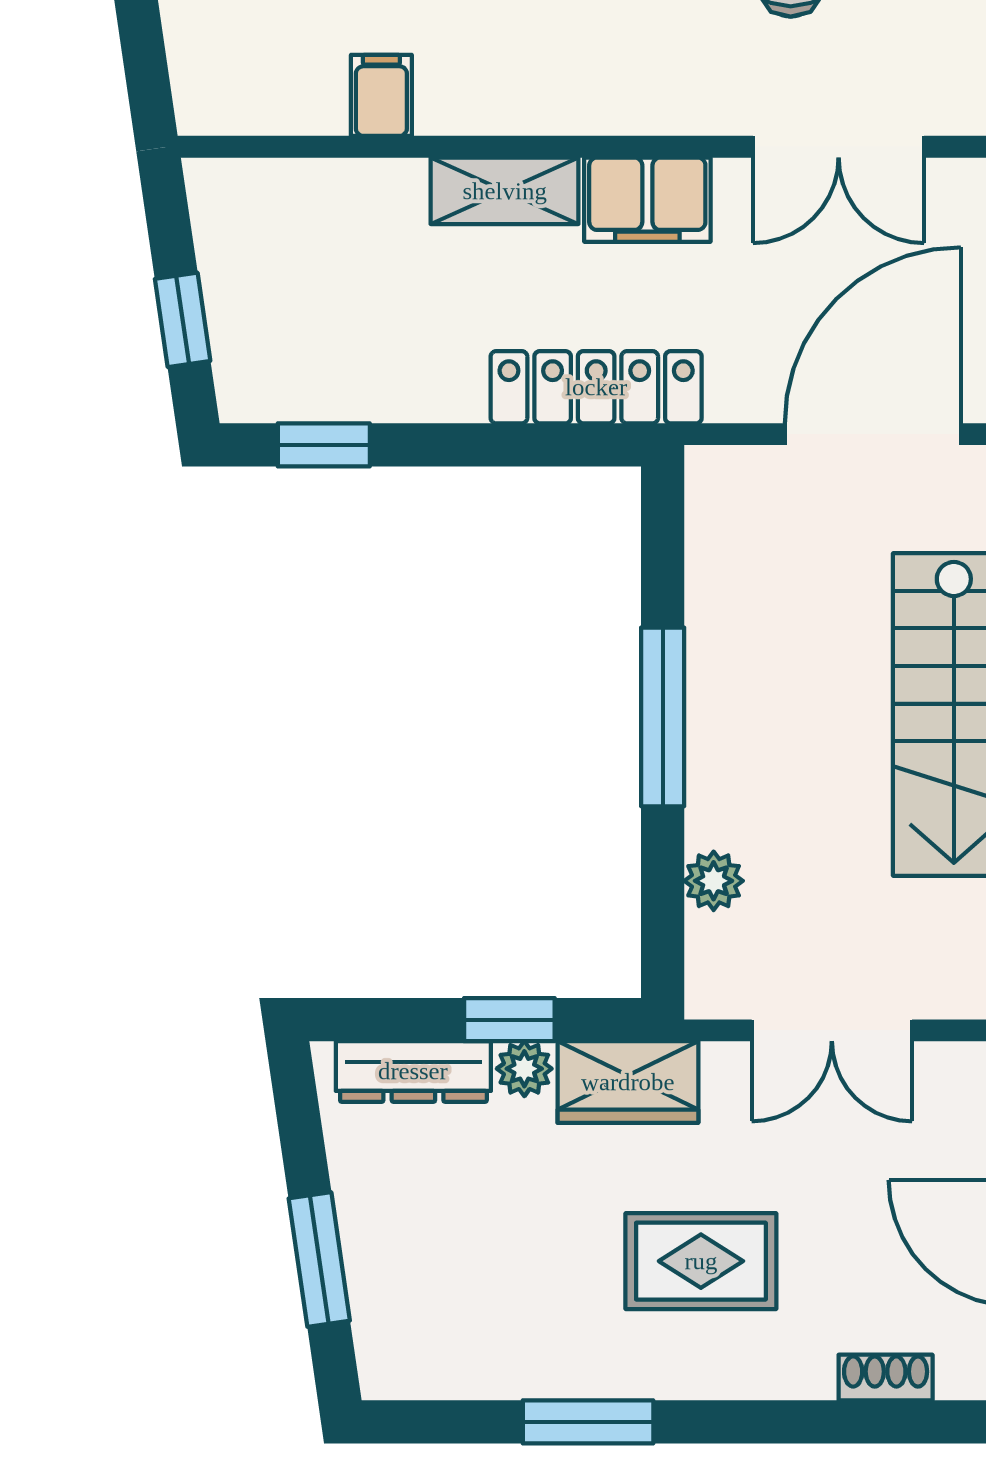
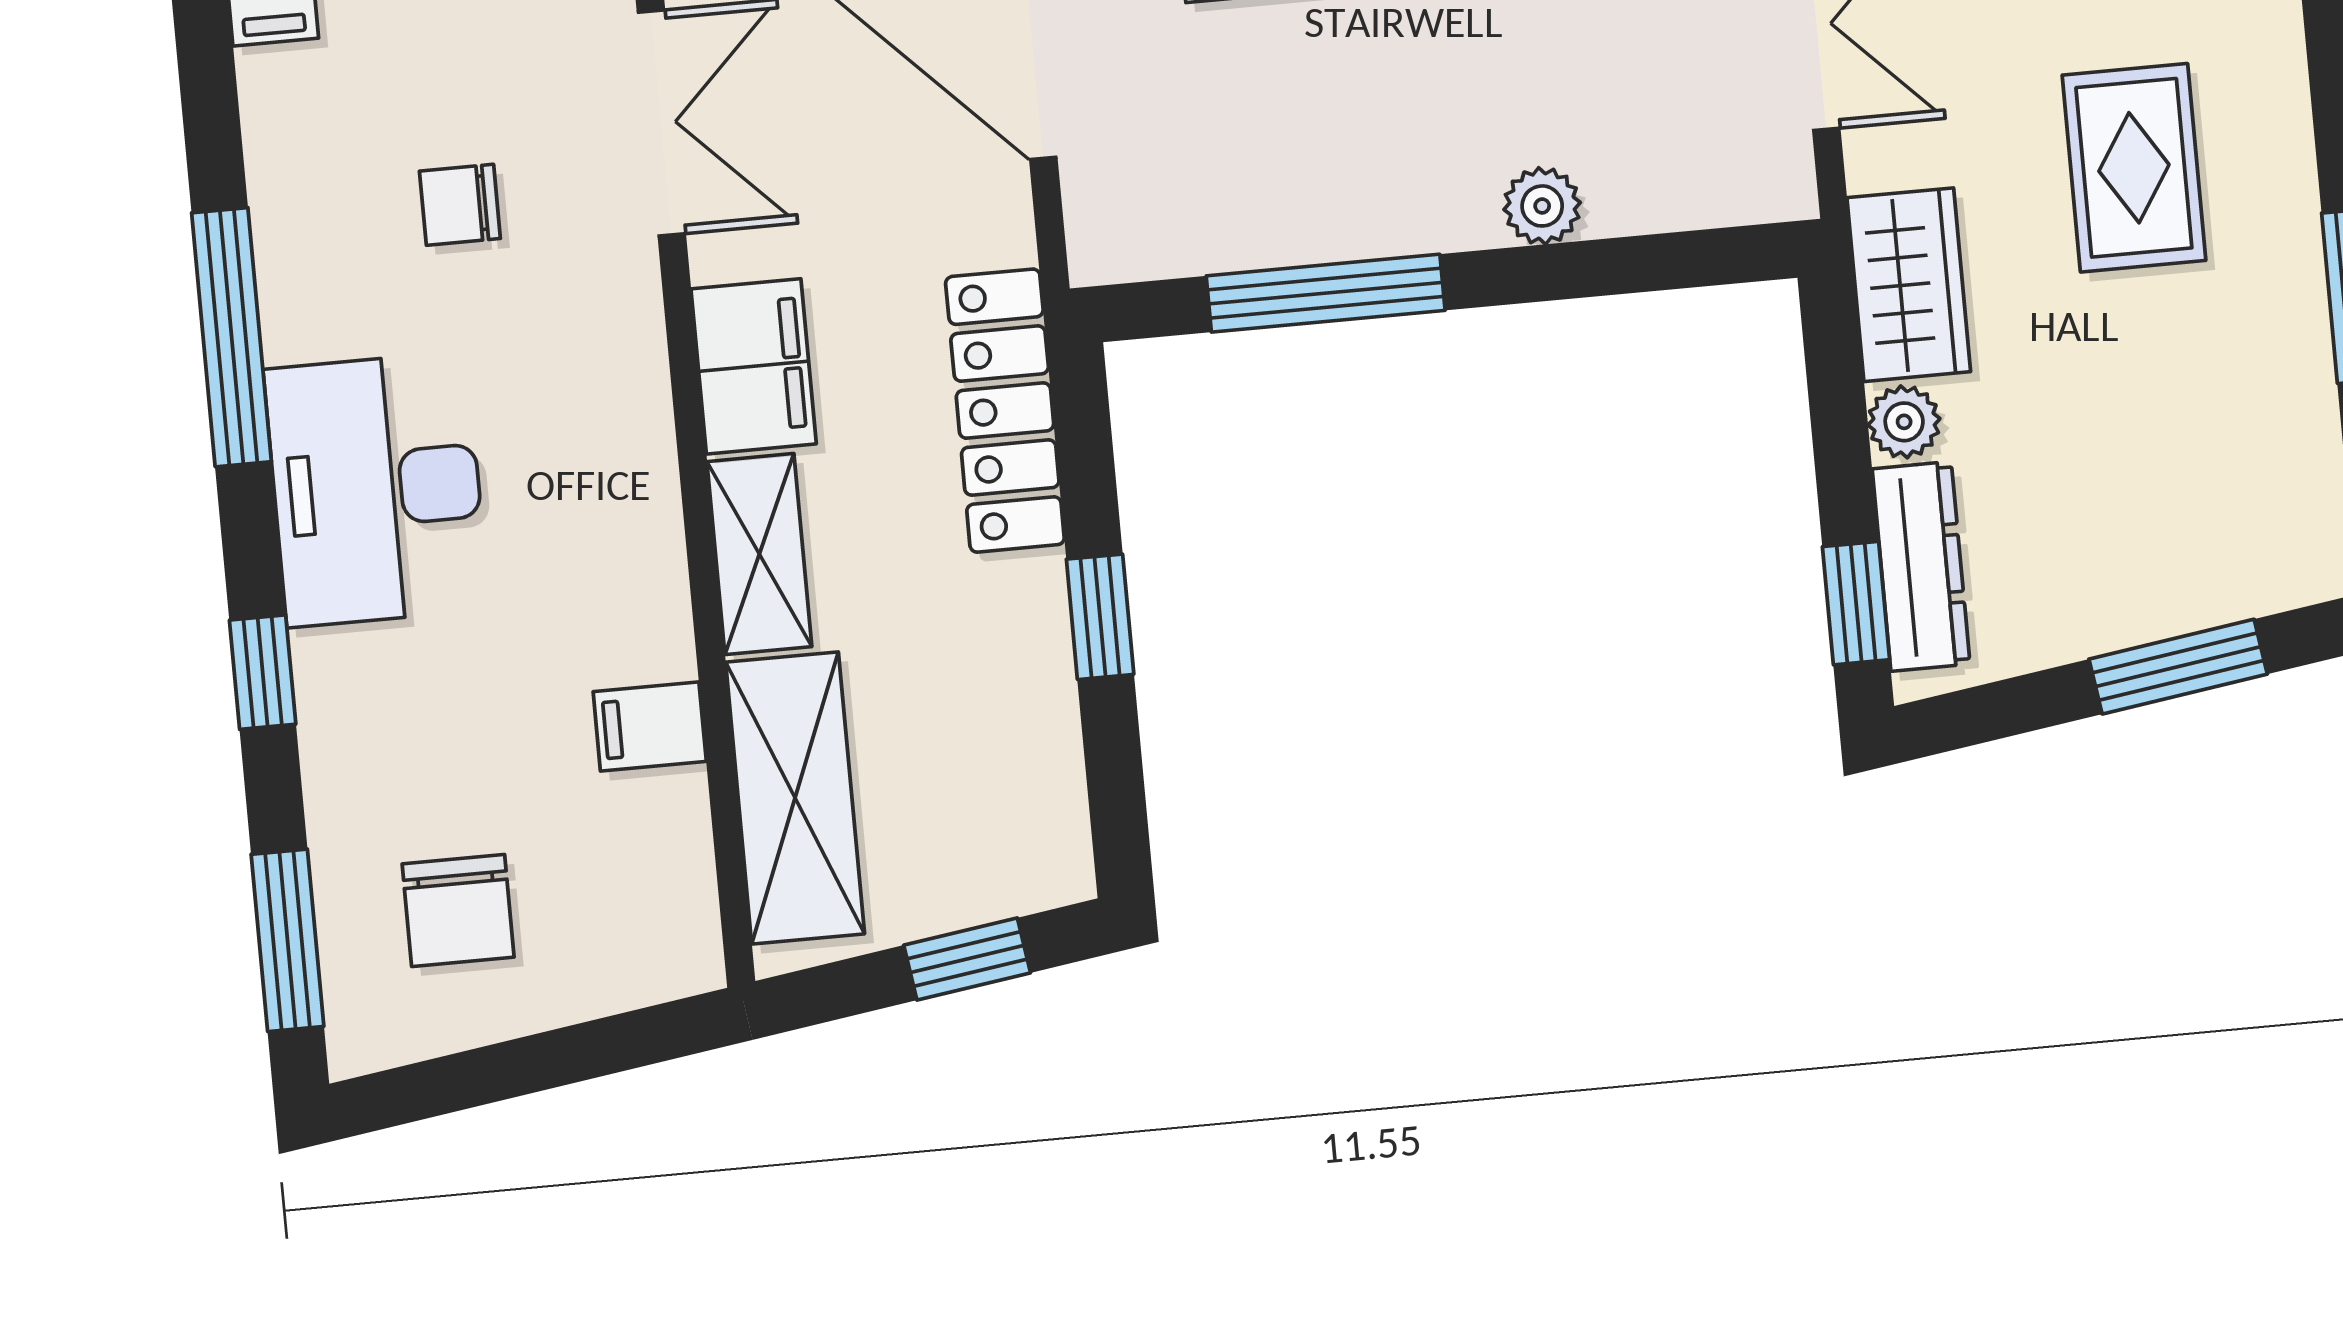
shelving: (317, 201) -> (795, 798), added
window: (324, 445) -> (1100, 617), moved
window: (663, 717) -> (1326, 293), moved
plant: (714, 881) -> (1542, 206), moved
window: (509, 1020) -> (1856, 603), moved

